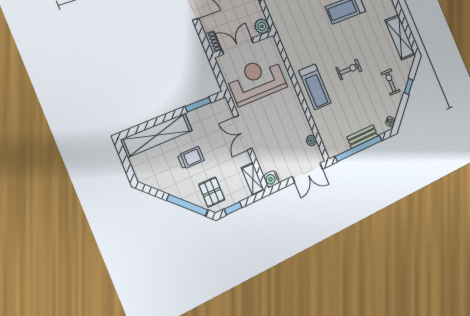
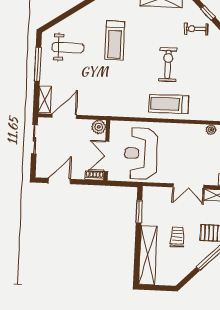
exercise bike: (349, 69) -> (168, 64), width x1.38, depth x1.39
treadmill: (315, 87) -> (169, 104), turned 180
double door: (243, 133) -> (188, 186), moved

